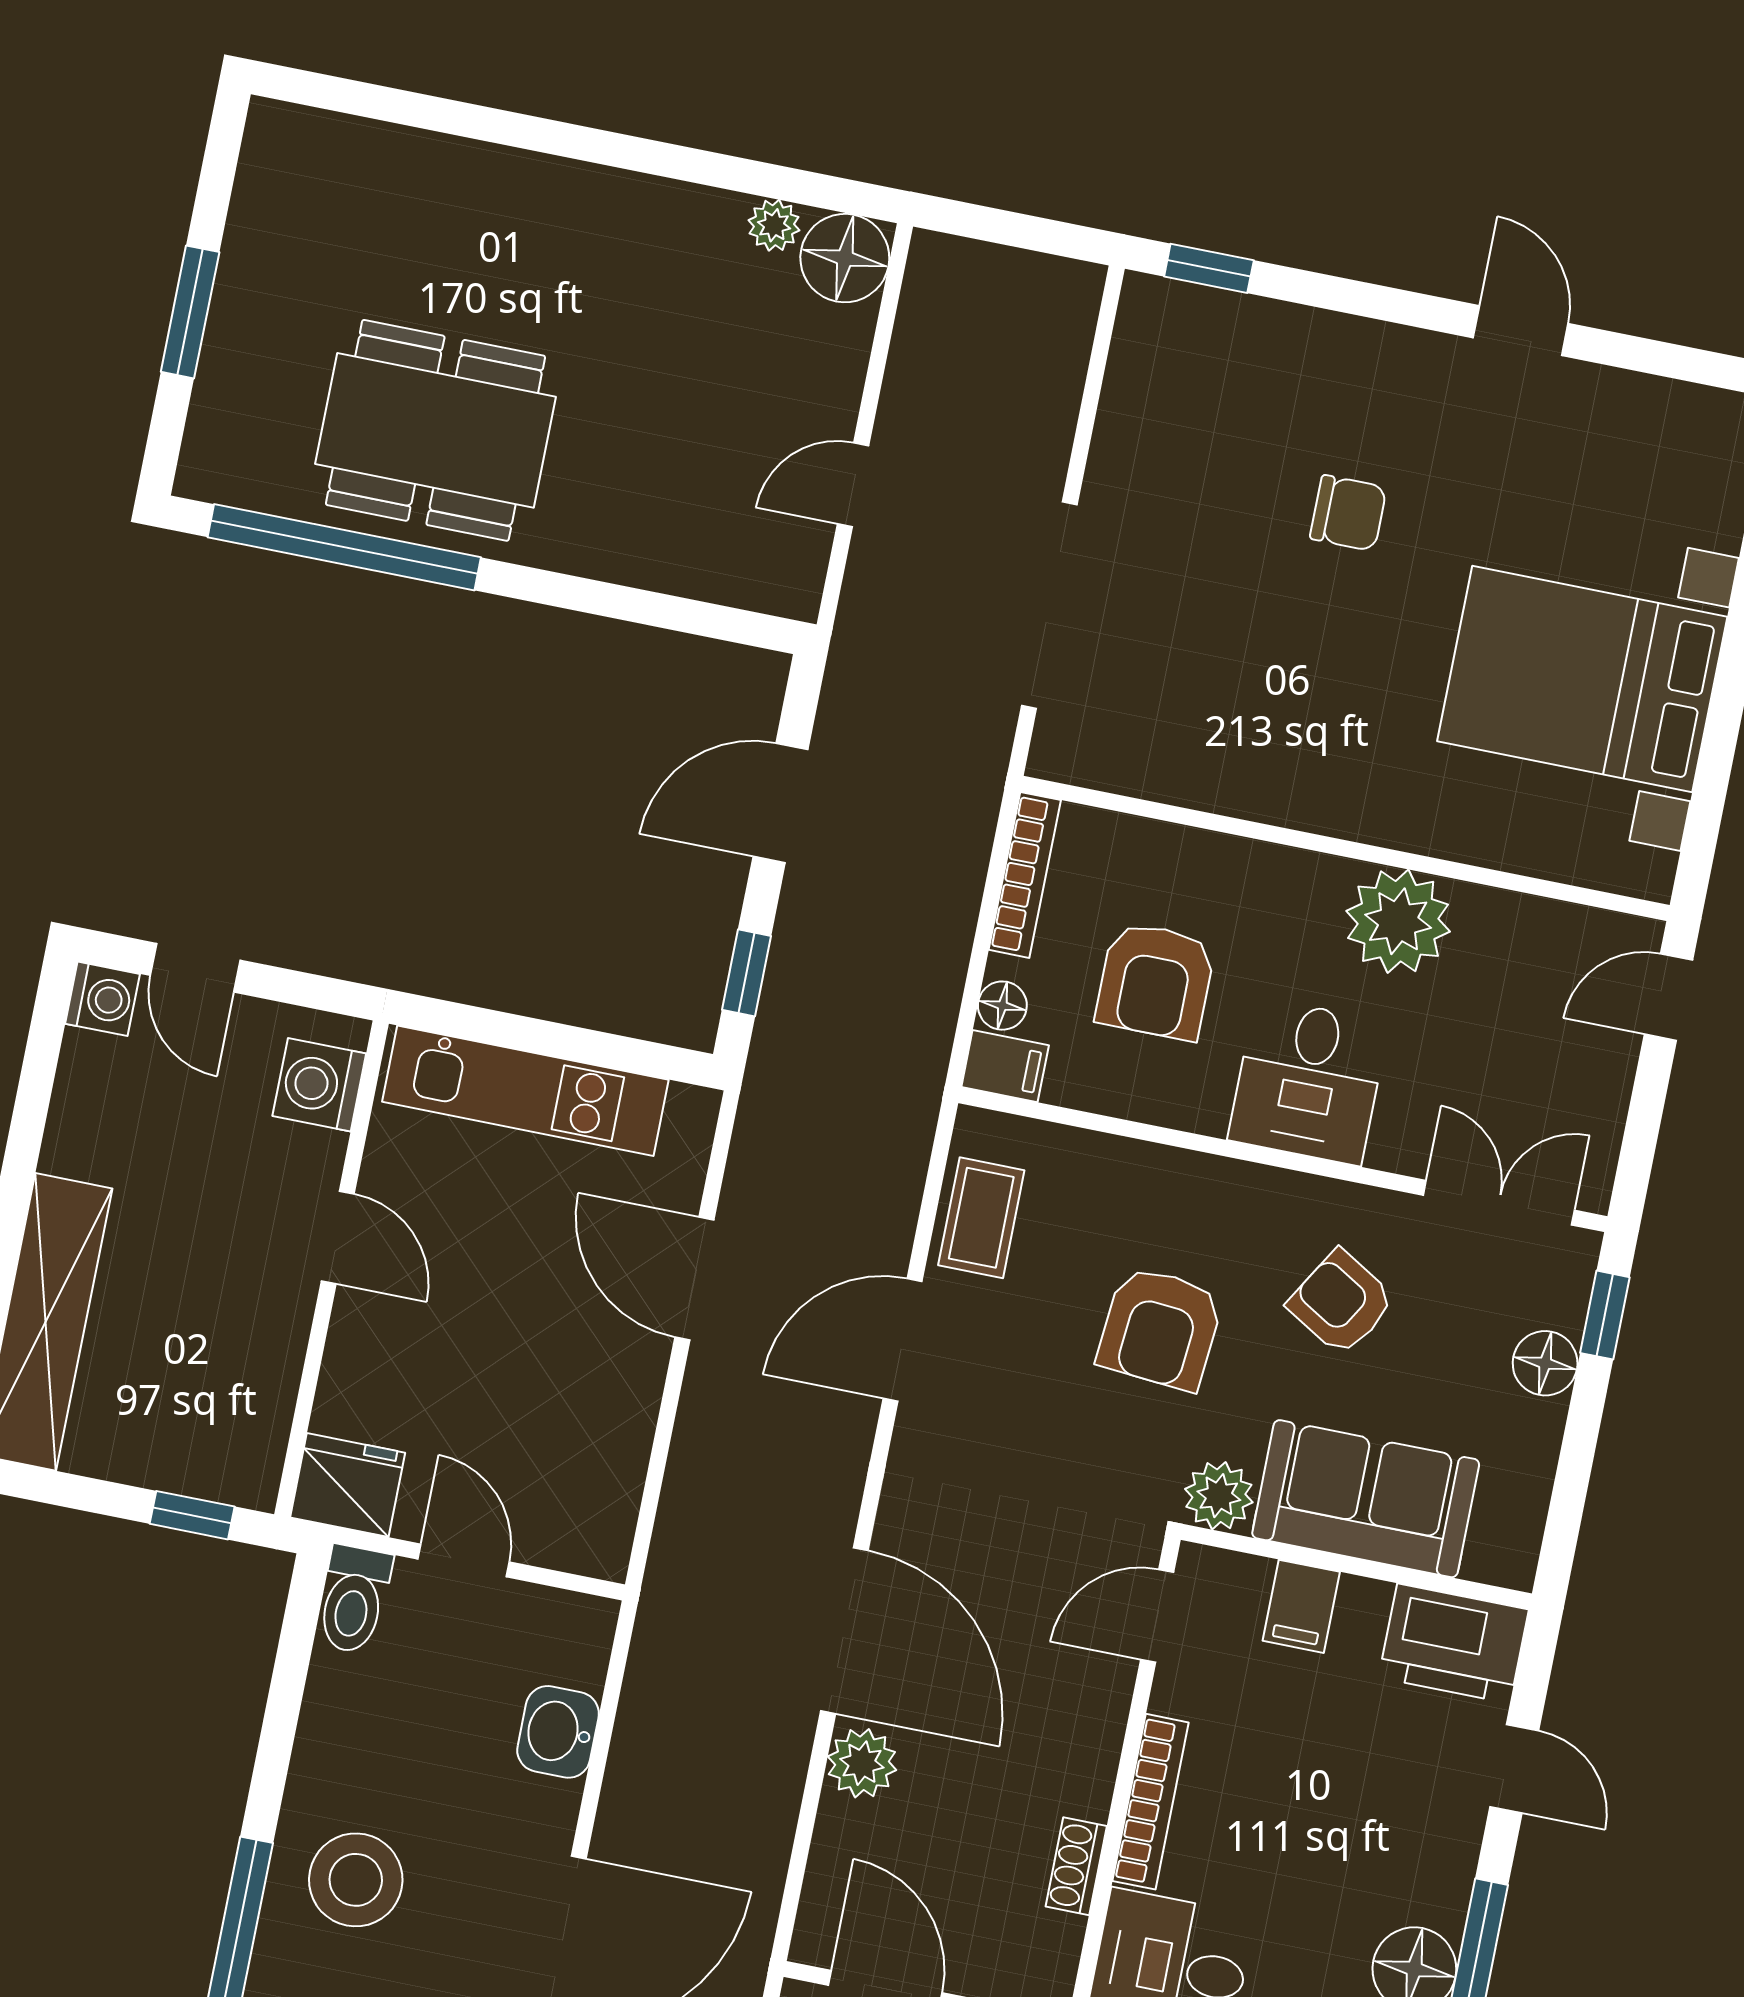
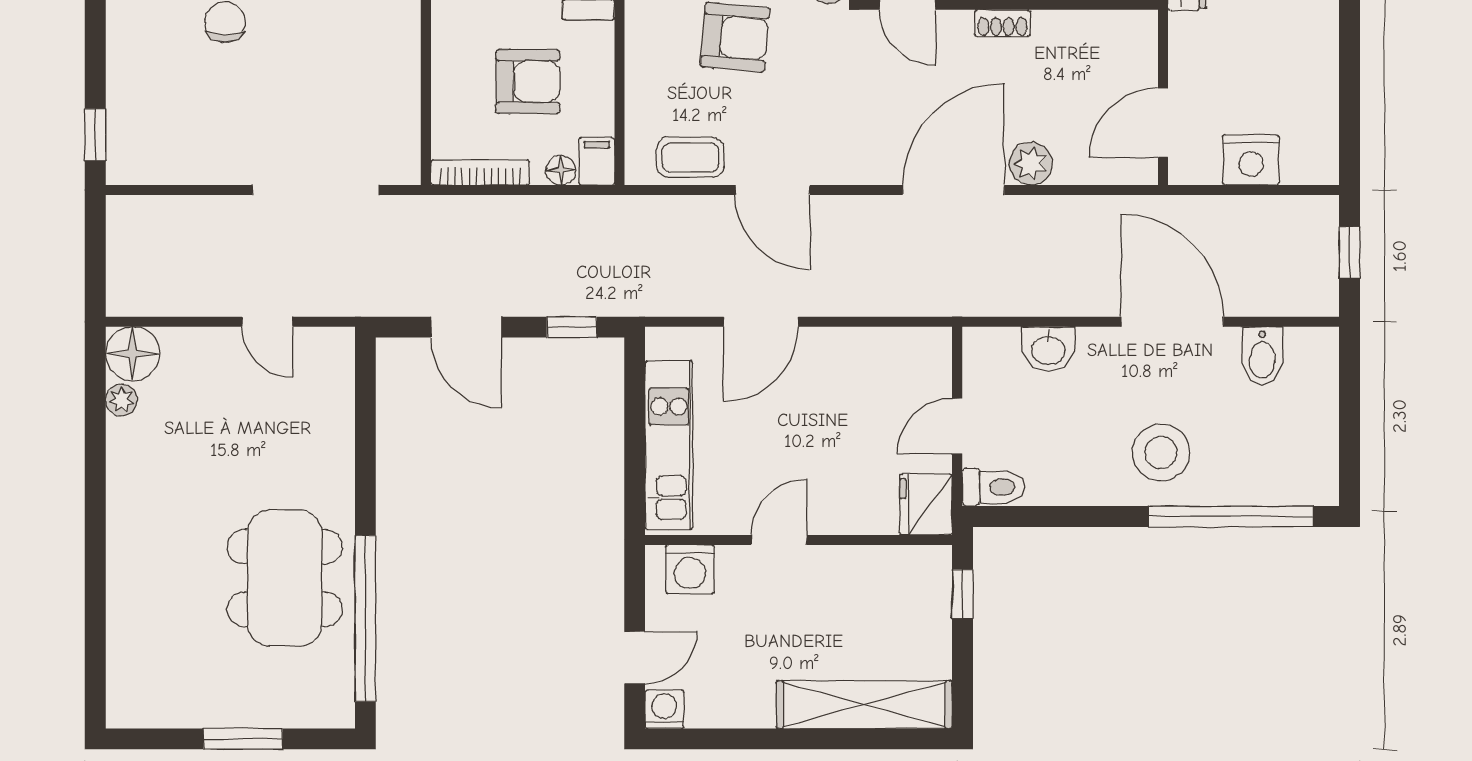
shoe rack: (1076, 1866) -> (1002, 23), moved

